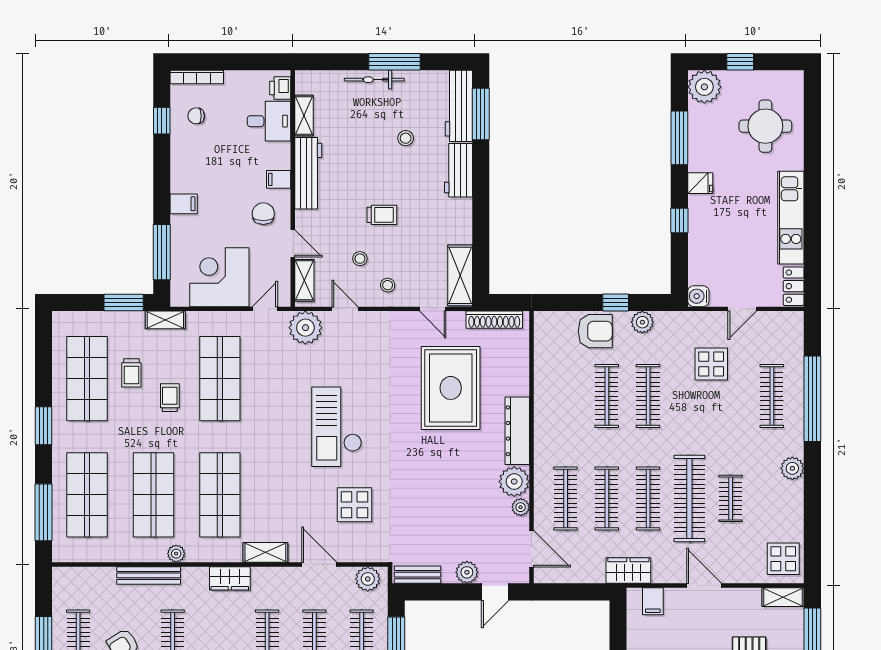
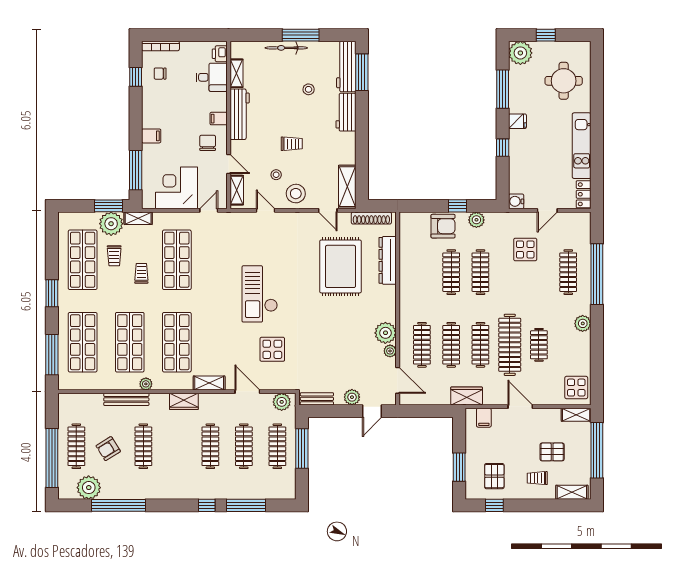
stool: (388, 285) -> (296, 194), width x1.89, depth x1.89
plant: (305, 328) -> (111, 224), moved
dresser: (517, 431) -> (388, 260), moved

